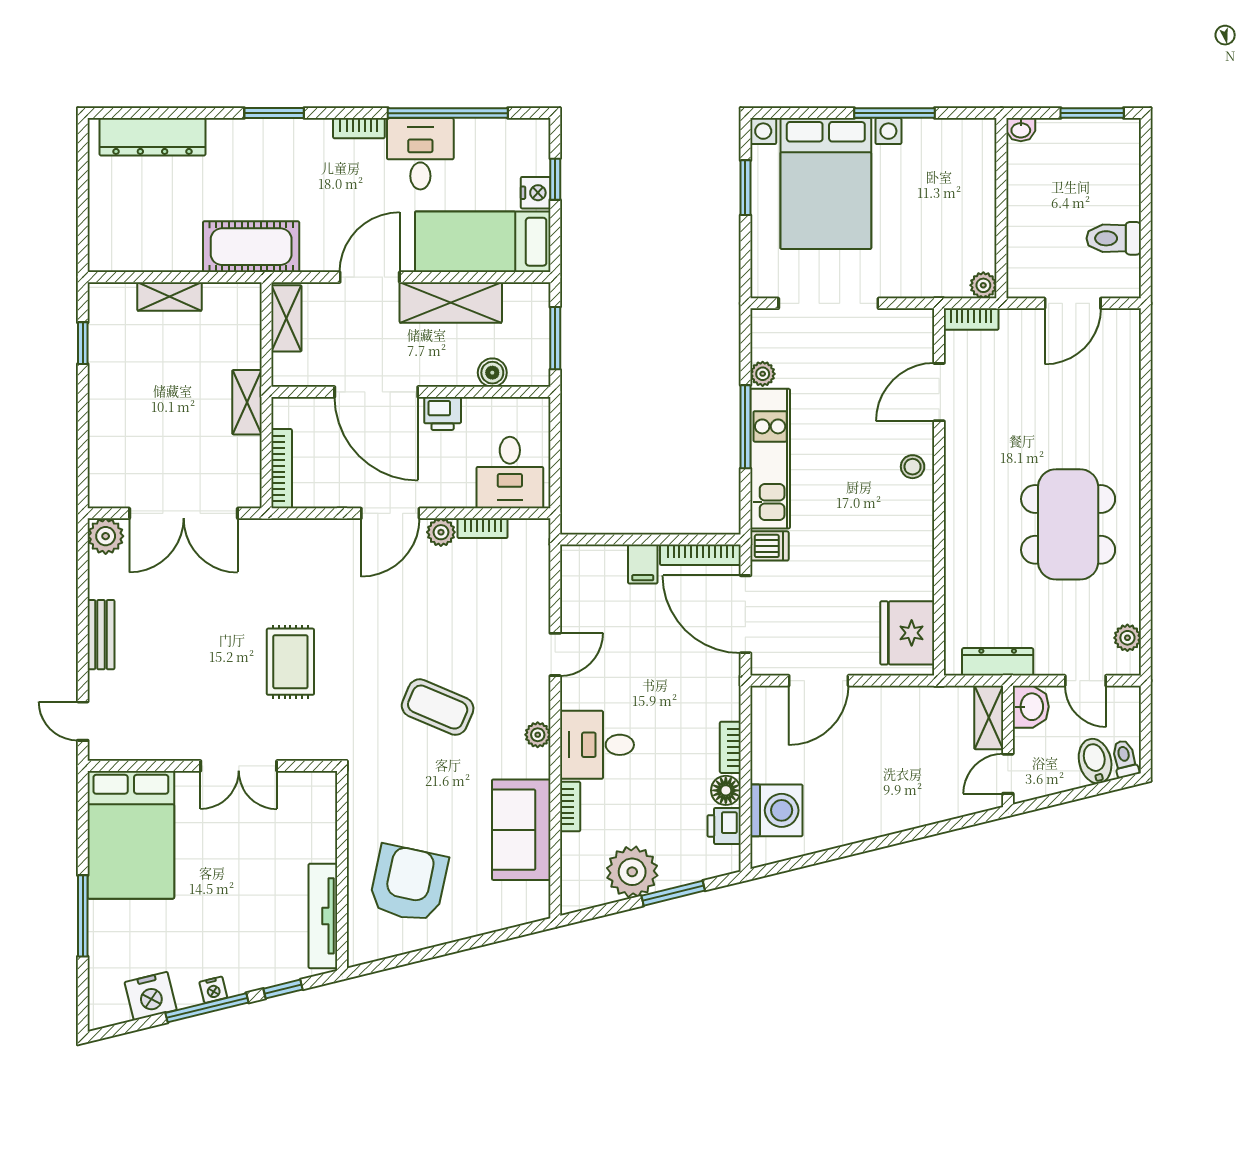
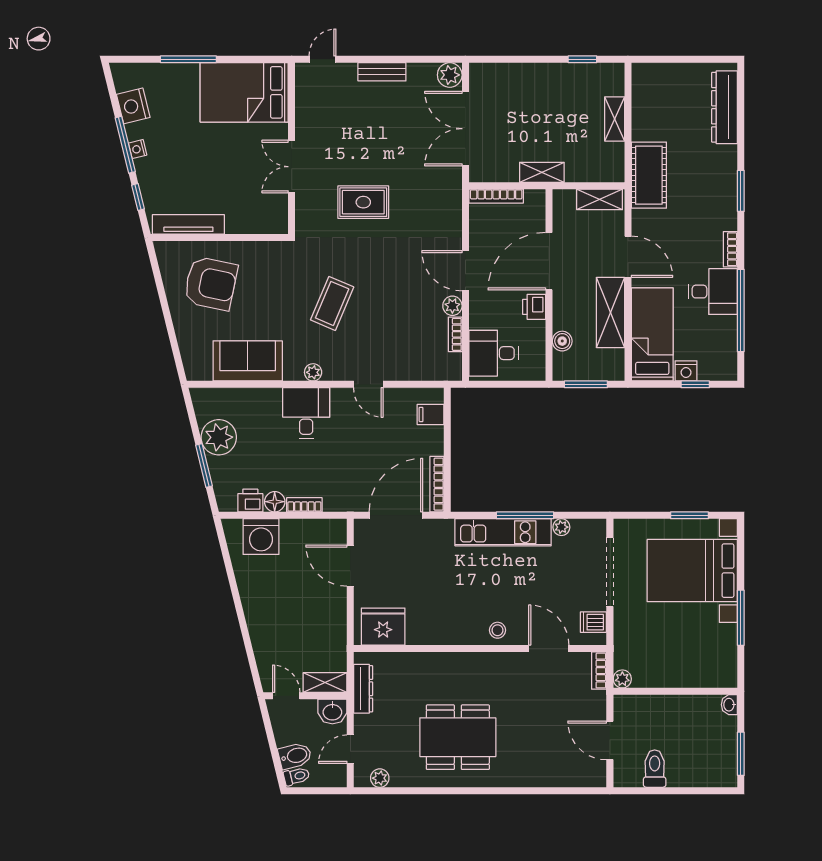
dishwasher: (769, 546) -> (593, 622), moved, turned 90
filing cabinet: (643, 564) -> (431, 414), moved
bookcase: (570, 807) -> (264, 395), removed

